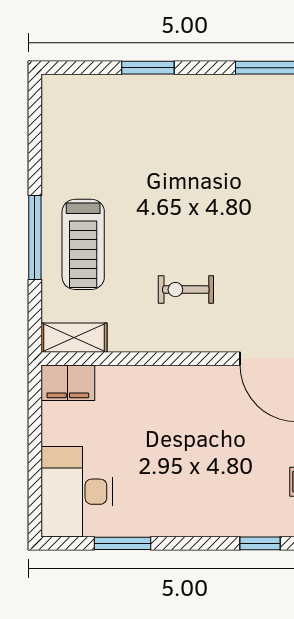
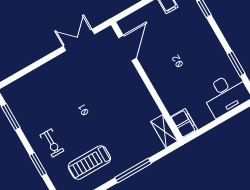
treadmill: (83, 244) -> (89, 163), moved, turned 180
exercise bike: (186, 290) -> (52, 143), moved

